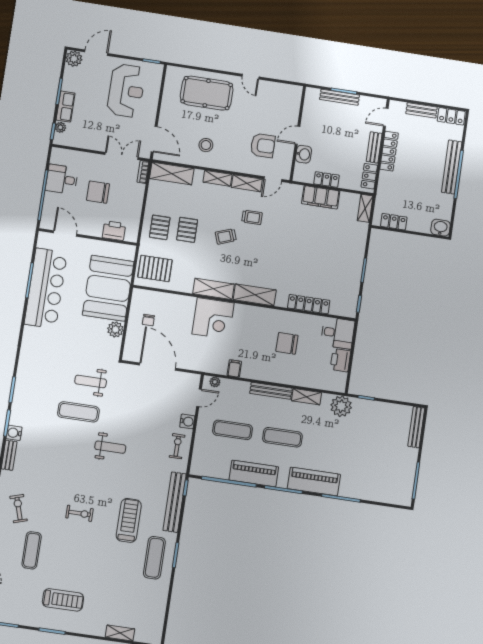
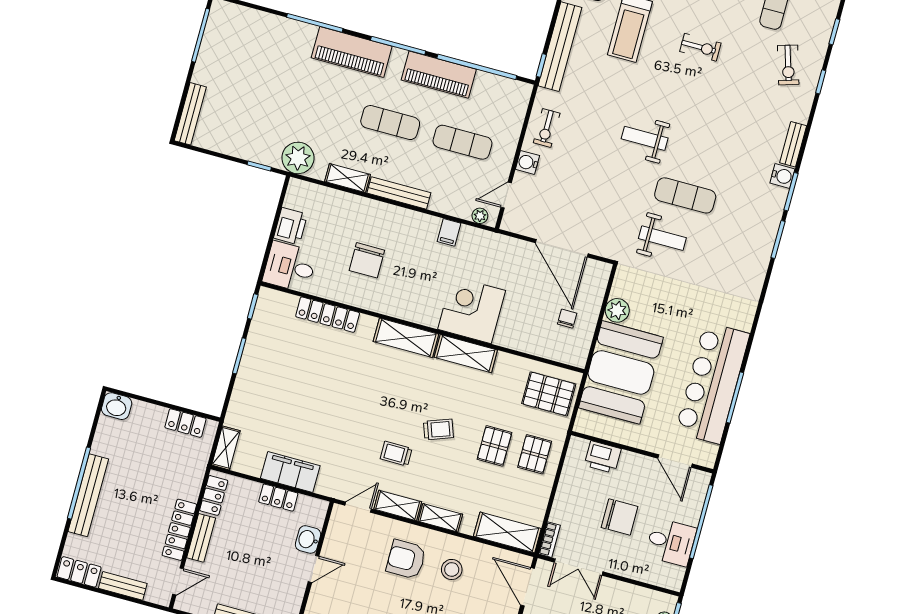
armchair: (263, 145) -> (406, 559), moved
chair: (287, 343) -> (367, 260), turned 90
exercise bike: (80, 513) -> (700, 47), turned 180

